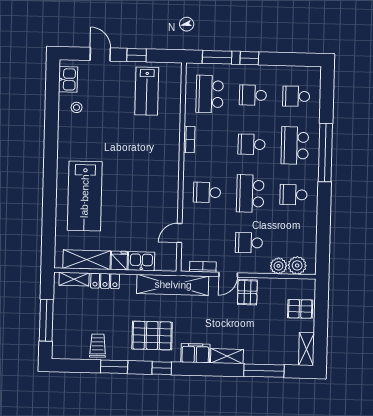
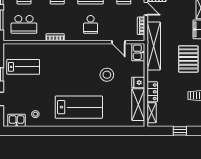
lab bench: (85, 196) -> (79, 107), moved
stool: (132, 215) -> (107, 75), added
kitchen sink: (141, 261) -> (138, 52), moved
window: (46, 320) -> (180, 131), width x0.46

